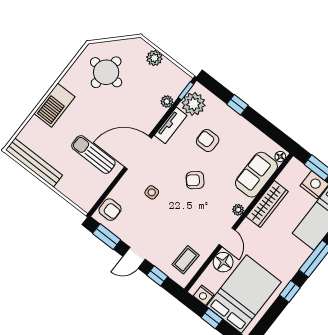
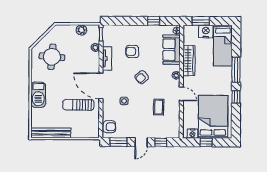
plant: (154, 58) -> (81, 30), moved
plant: (194, 104) -> (110, 38), removed
window: (237, 105) -> (154, 21), moved
door: (138, 153) -> (101, 86), hinge flipped
coffee table: (186, 260) -> (159, 107), moved
floor lamp: (223, 262) -> (189, 109), removed

